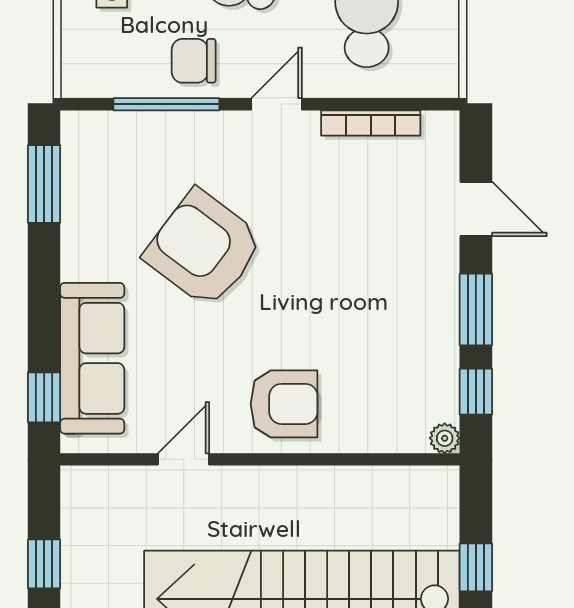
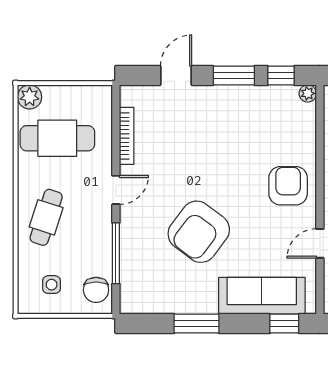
chair: (194, 61) -> (96, 290), moved
door: (277, 104) -> (116, 190), swing flipped
window: (44, 184) -> (196, 324), moved
door: (184, 459) -> (320, 243), hinge flipped

